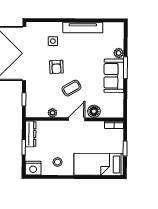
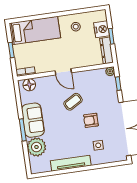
plant: (119, 53) -> (36, 147), width x1.88, depth x1.88
armchair: (56, 67) -> (91, 120), turned -87
floor lamp: (94, 111) -> (29, 85), moved
plant: (52, 113) -> (110, 71), moved
door: (77, 119) -> (63, 72), hinge flipped
nightstand: (33, 168) -> (102, 29), moved, turned 90

